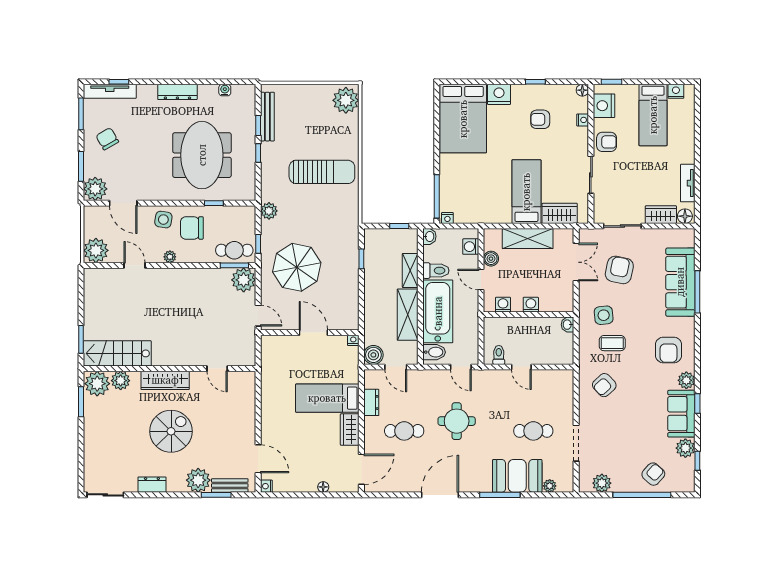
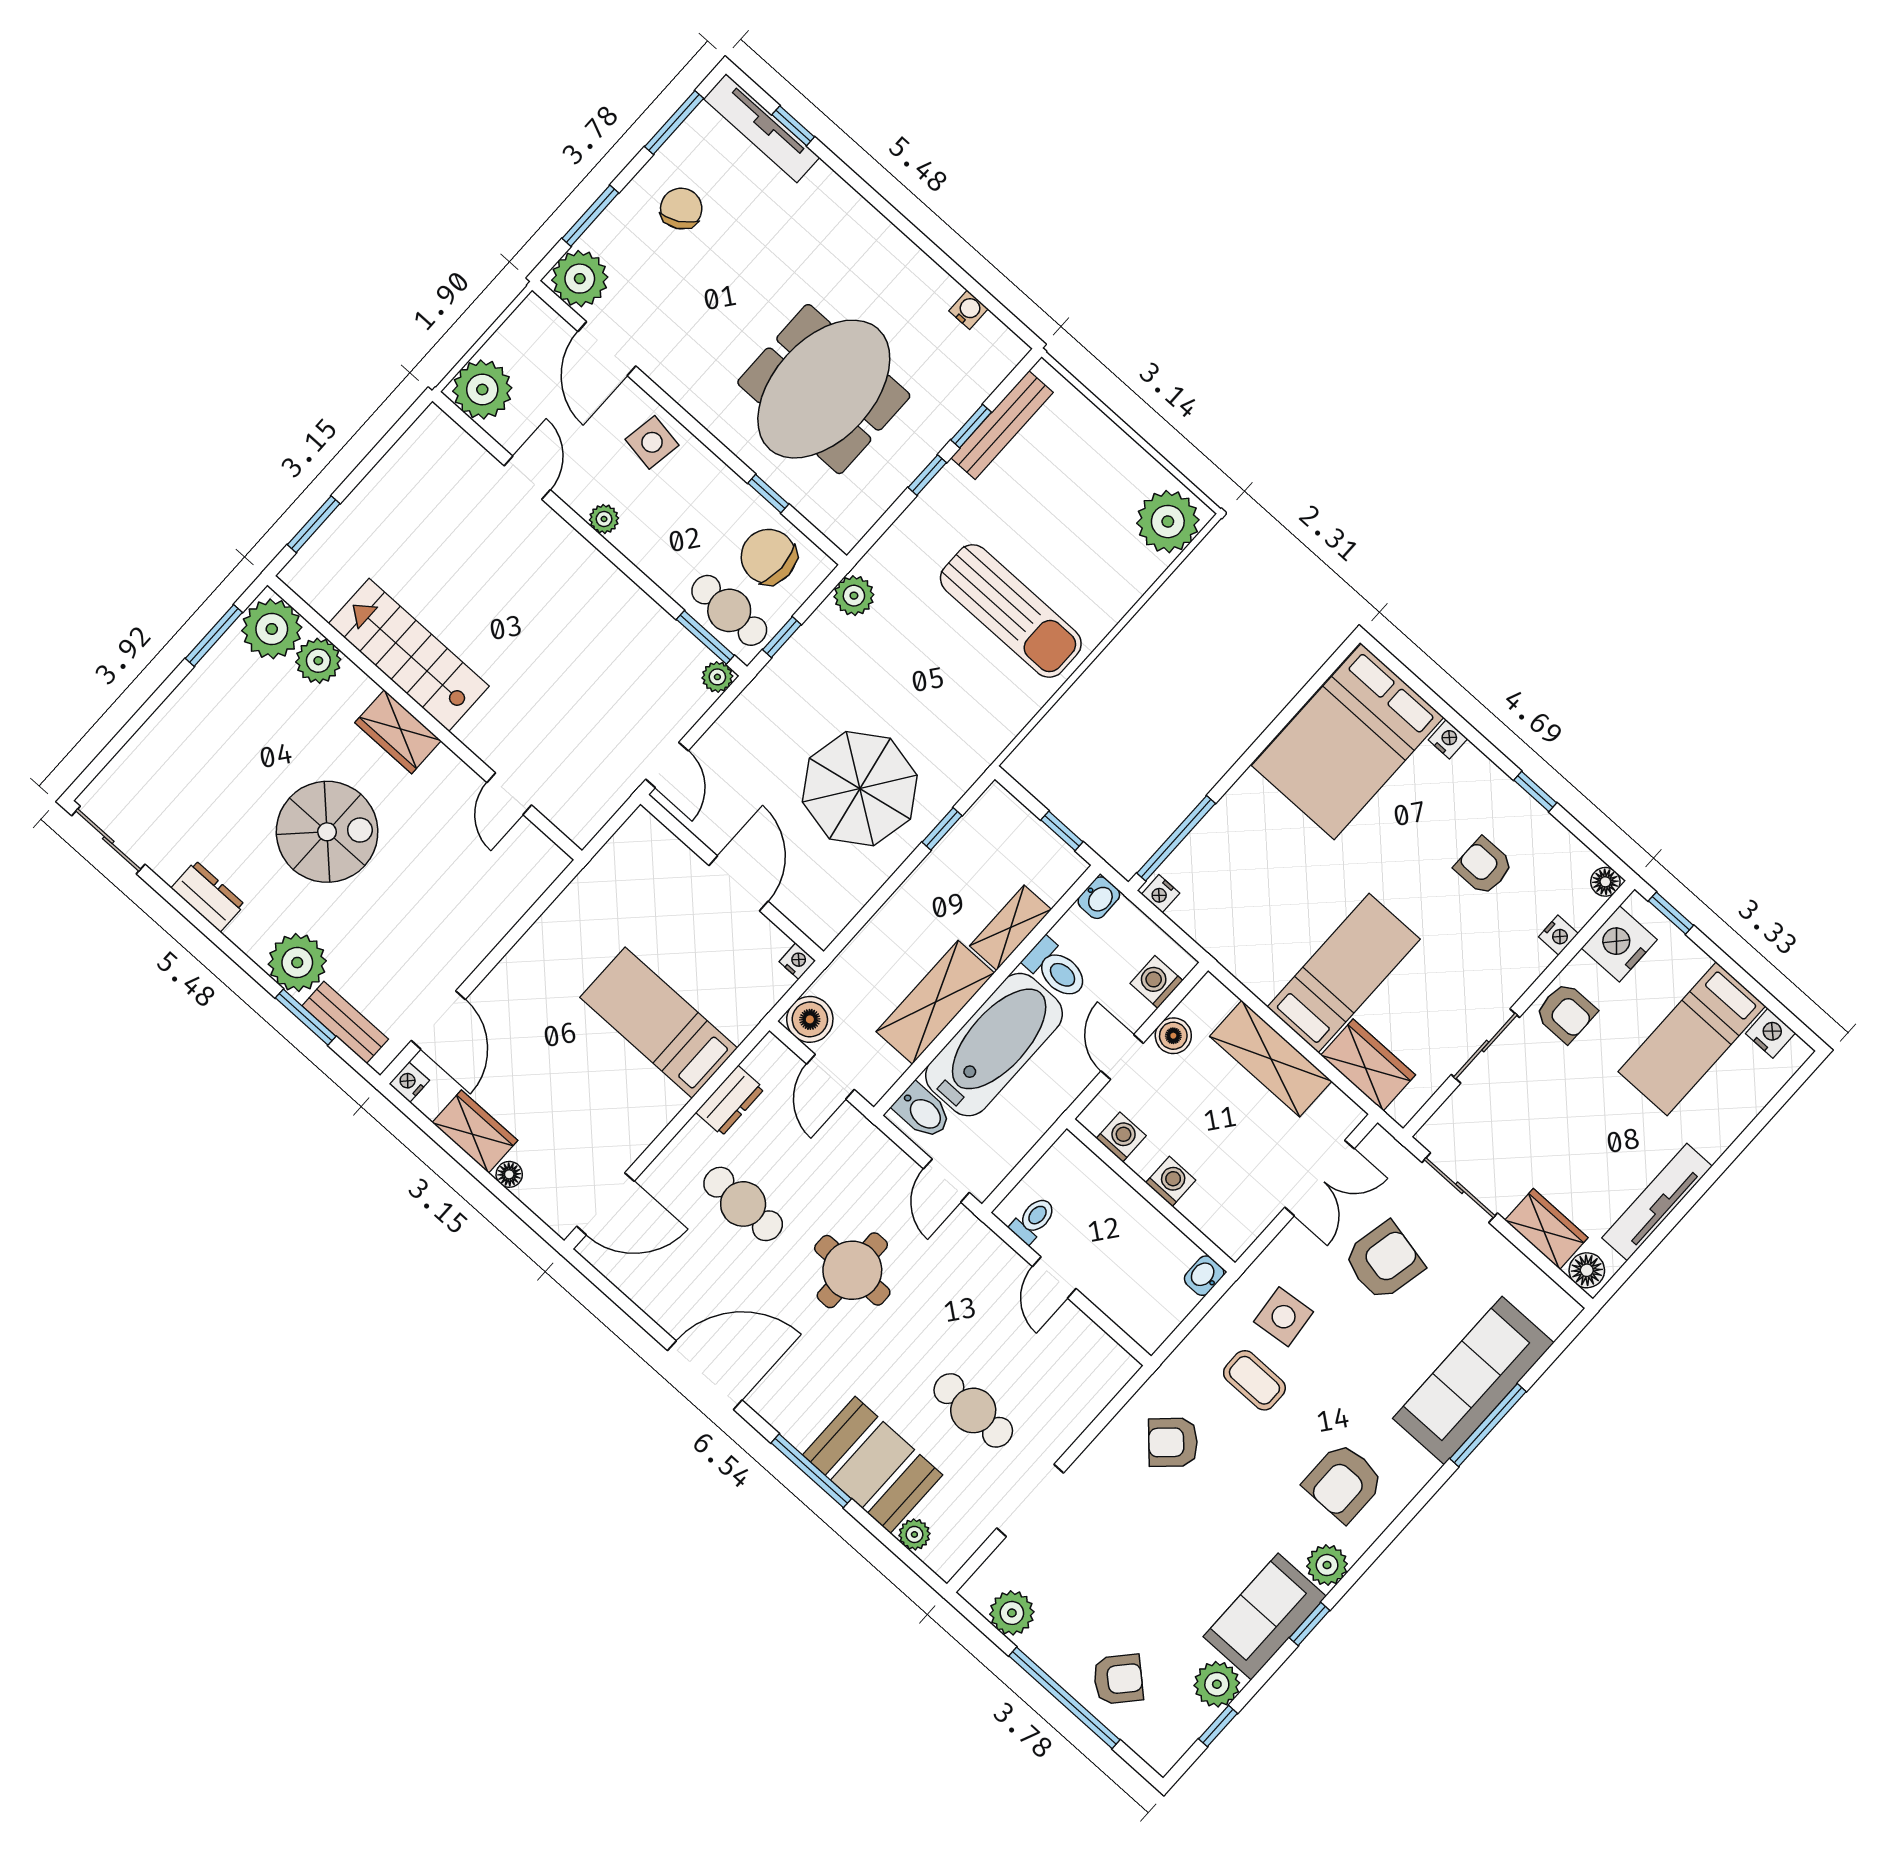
dresser: (177, 92) -> (881, 237), removed
nightstand: (499, 94) -> (1448, 739), width x0.53, depth x0.56
tv unit: (688, 183) -> (1657, 1202), width x1.41
chair: (192, 228) -> (769, 557), moved
parasol: (297, 267) -> (860, 789), moved
plant: (244, 280) -> (717, 677), width x0.53, depth x0.53
stairs: (117, 353) -> (409, 655), moved
wardrobe: (165, 380) -> (398, 732), width x0.67
wardrobe: (350, 429) -> (475, 1132), moved, turned 90

